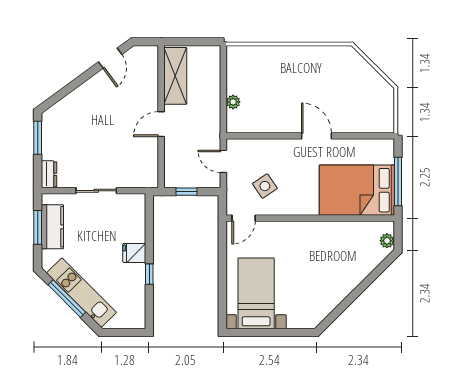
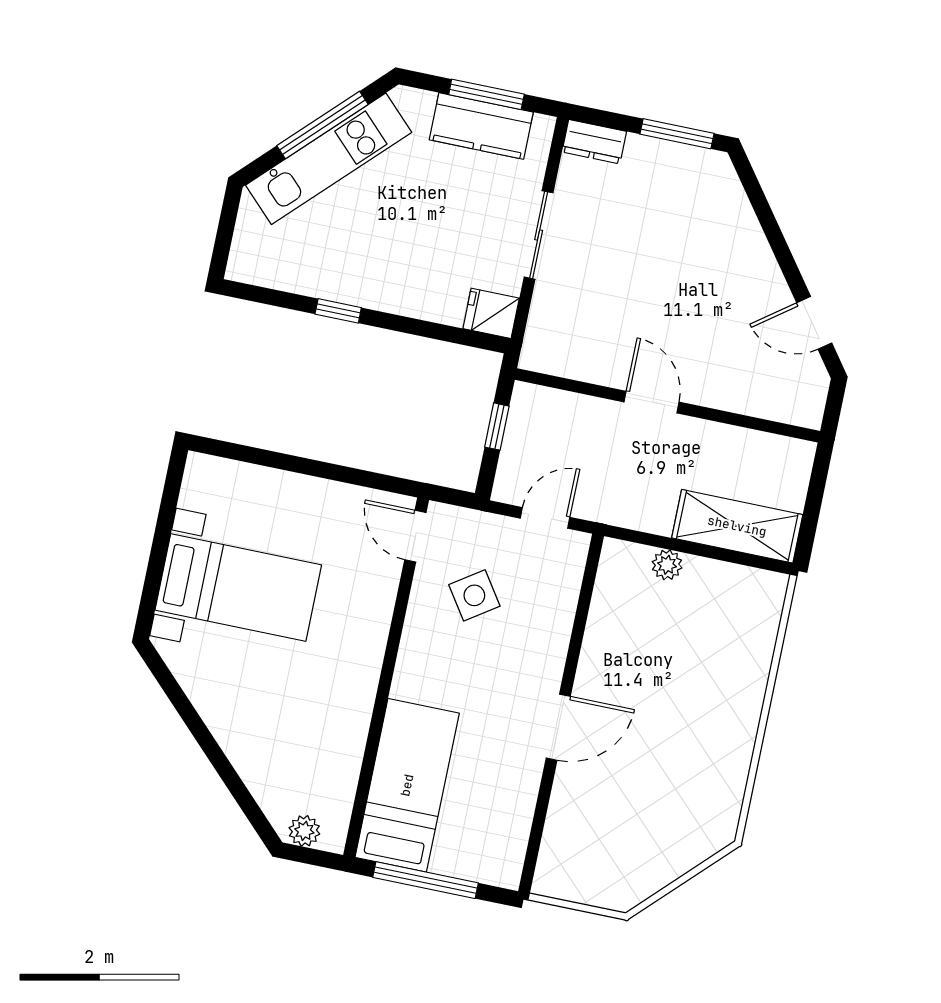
shelving: (175, 76) -> (737, 526), moved
bed: (357, 190) -> (407, 785), width x0.67
fridge: (134, 253) -> (491, 313), moved, turned -90
bed with nightstands: (256, 293) -> (238, 588), moved

